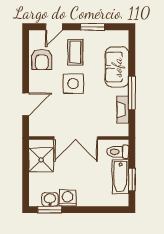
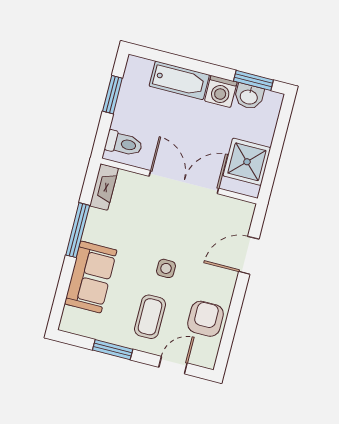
side table: (73, 84) -> (166, 268), width x0.54, depth x0.54
fireplace: (123, 110) -> (104, 187), moved
bathtub: (120, 177) -> (179, 80), moved, turned 90

